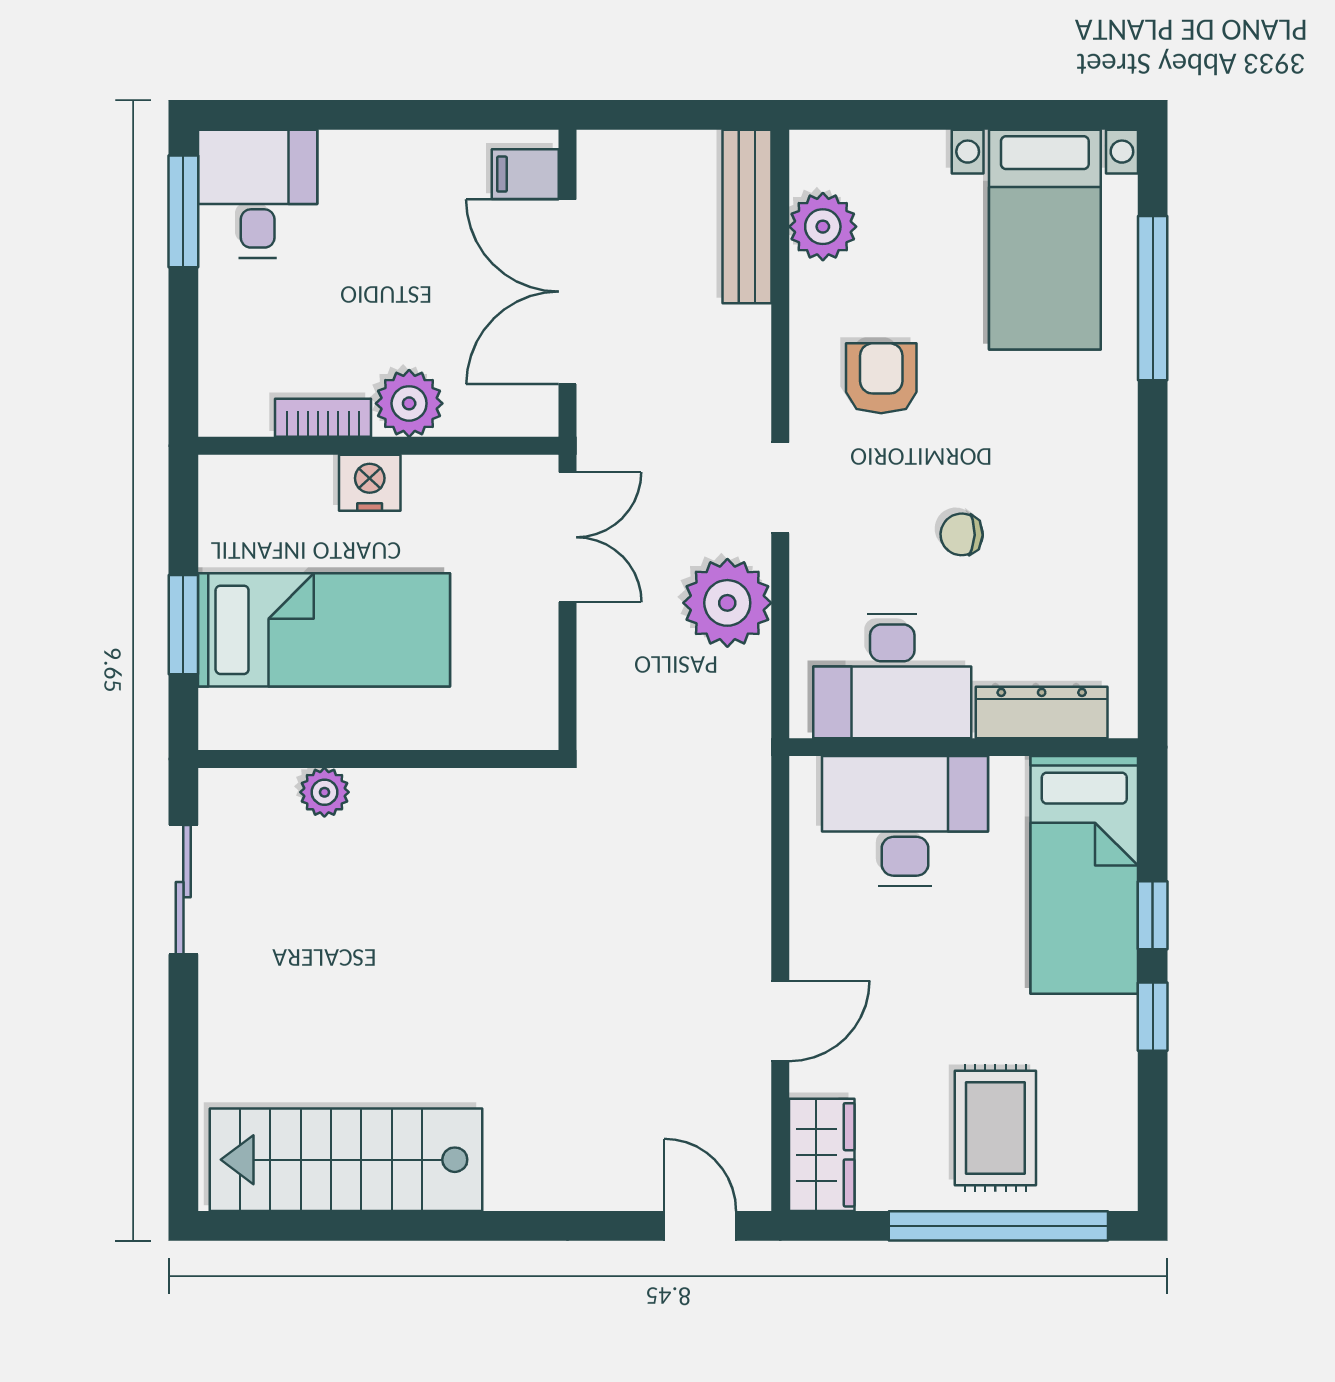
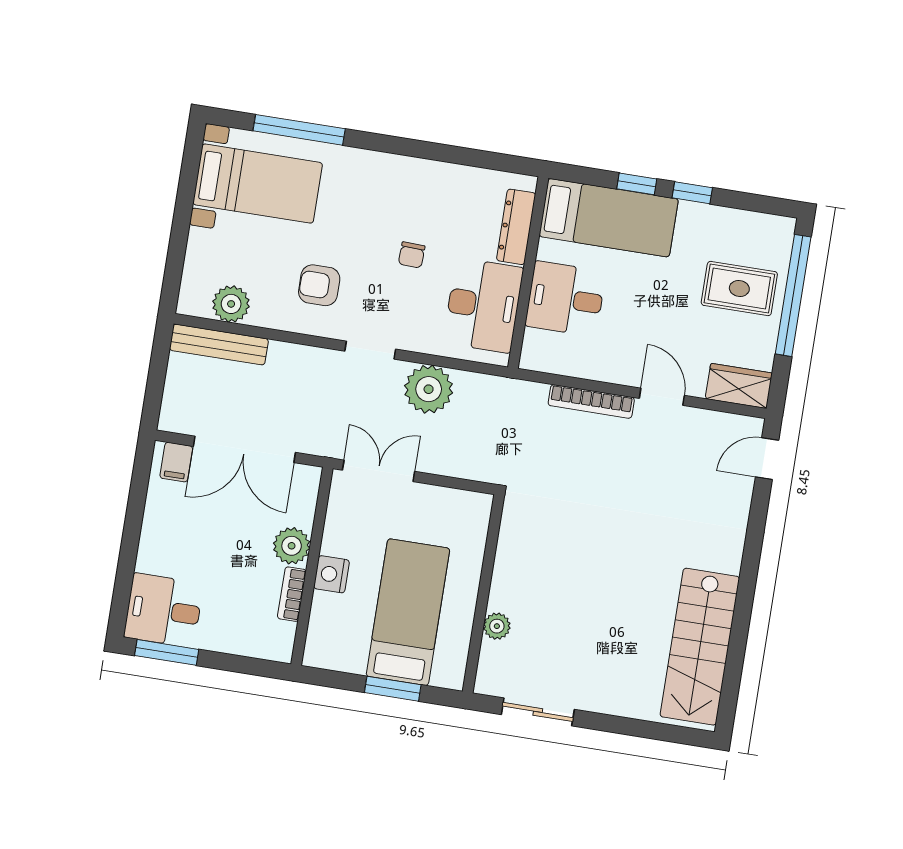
desk: (905, 821) -> (566, 299), width x0.73
bookcase: (752, 896) -> (591, 401), added

